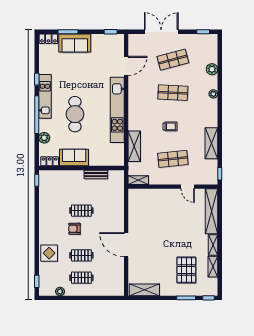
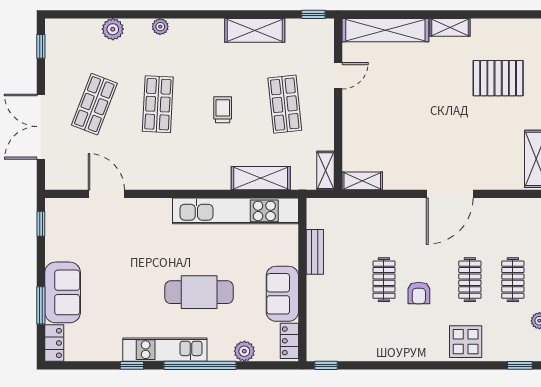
shop shelf: (173, 60) -> (94, 104), turned 36
kitchen unit: (117, 110) -> (235, 211), moved
shelving: (213, 267) -> (362, 181), moved

